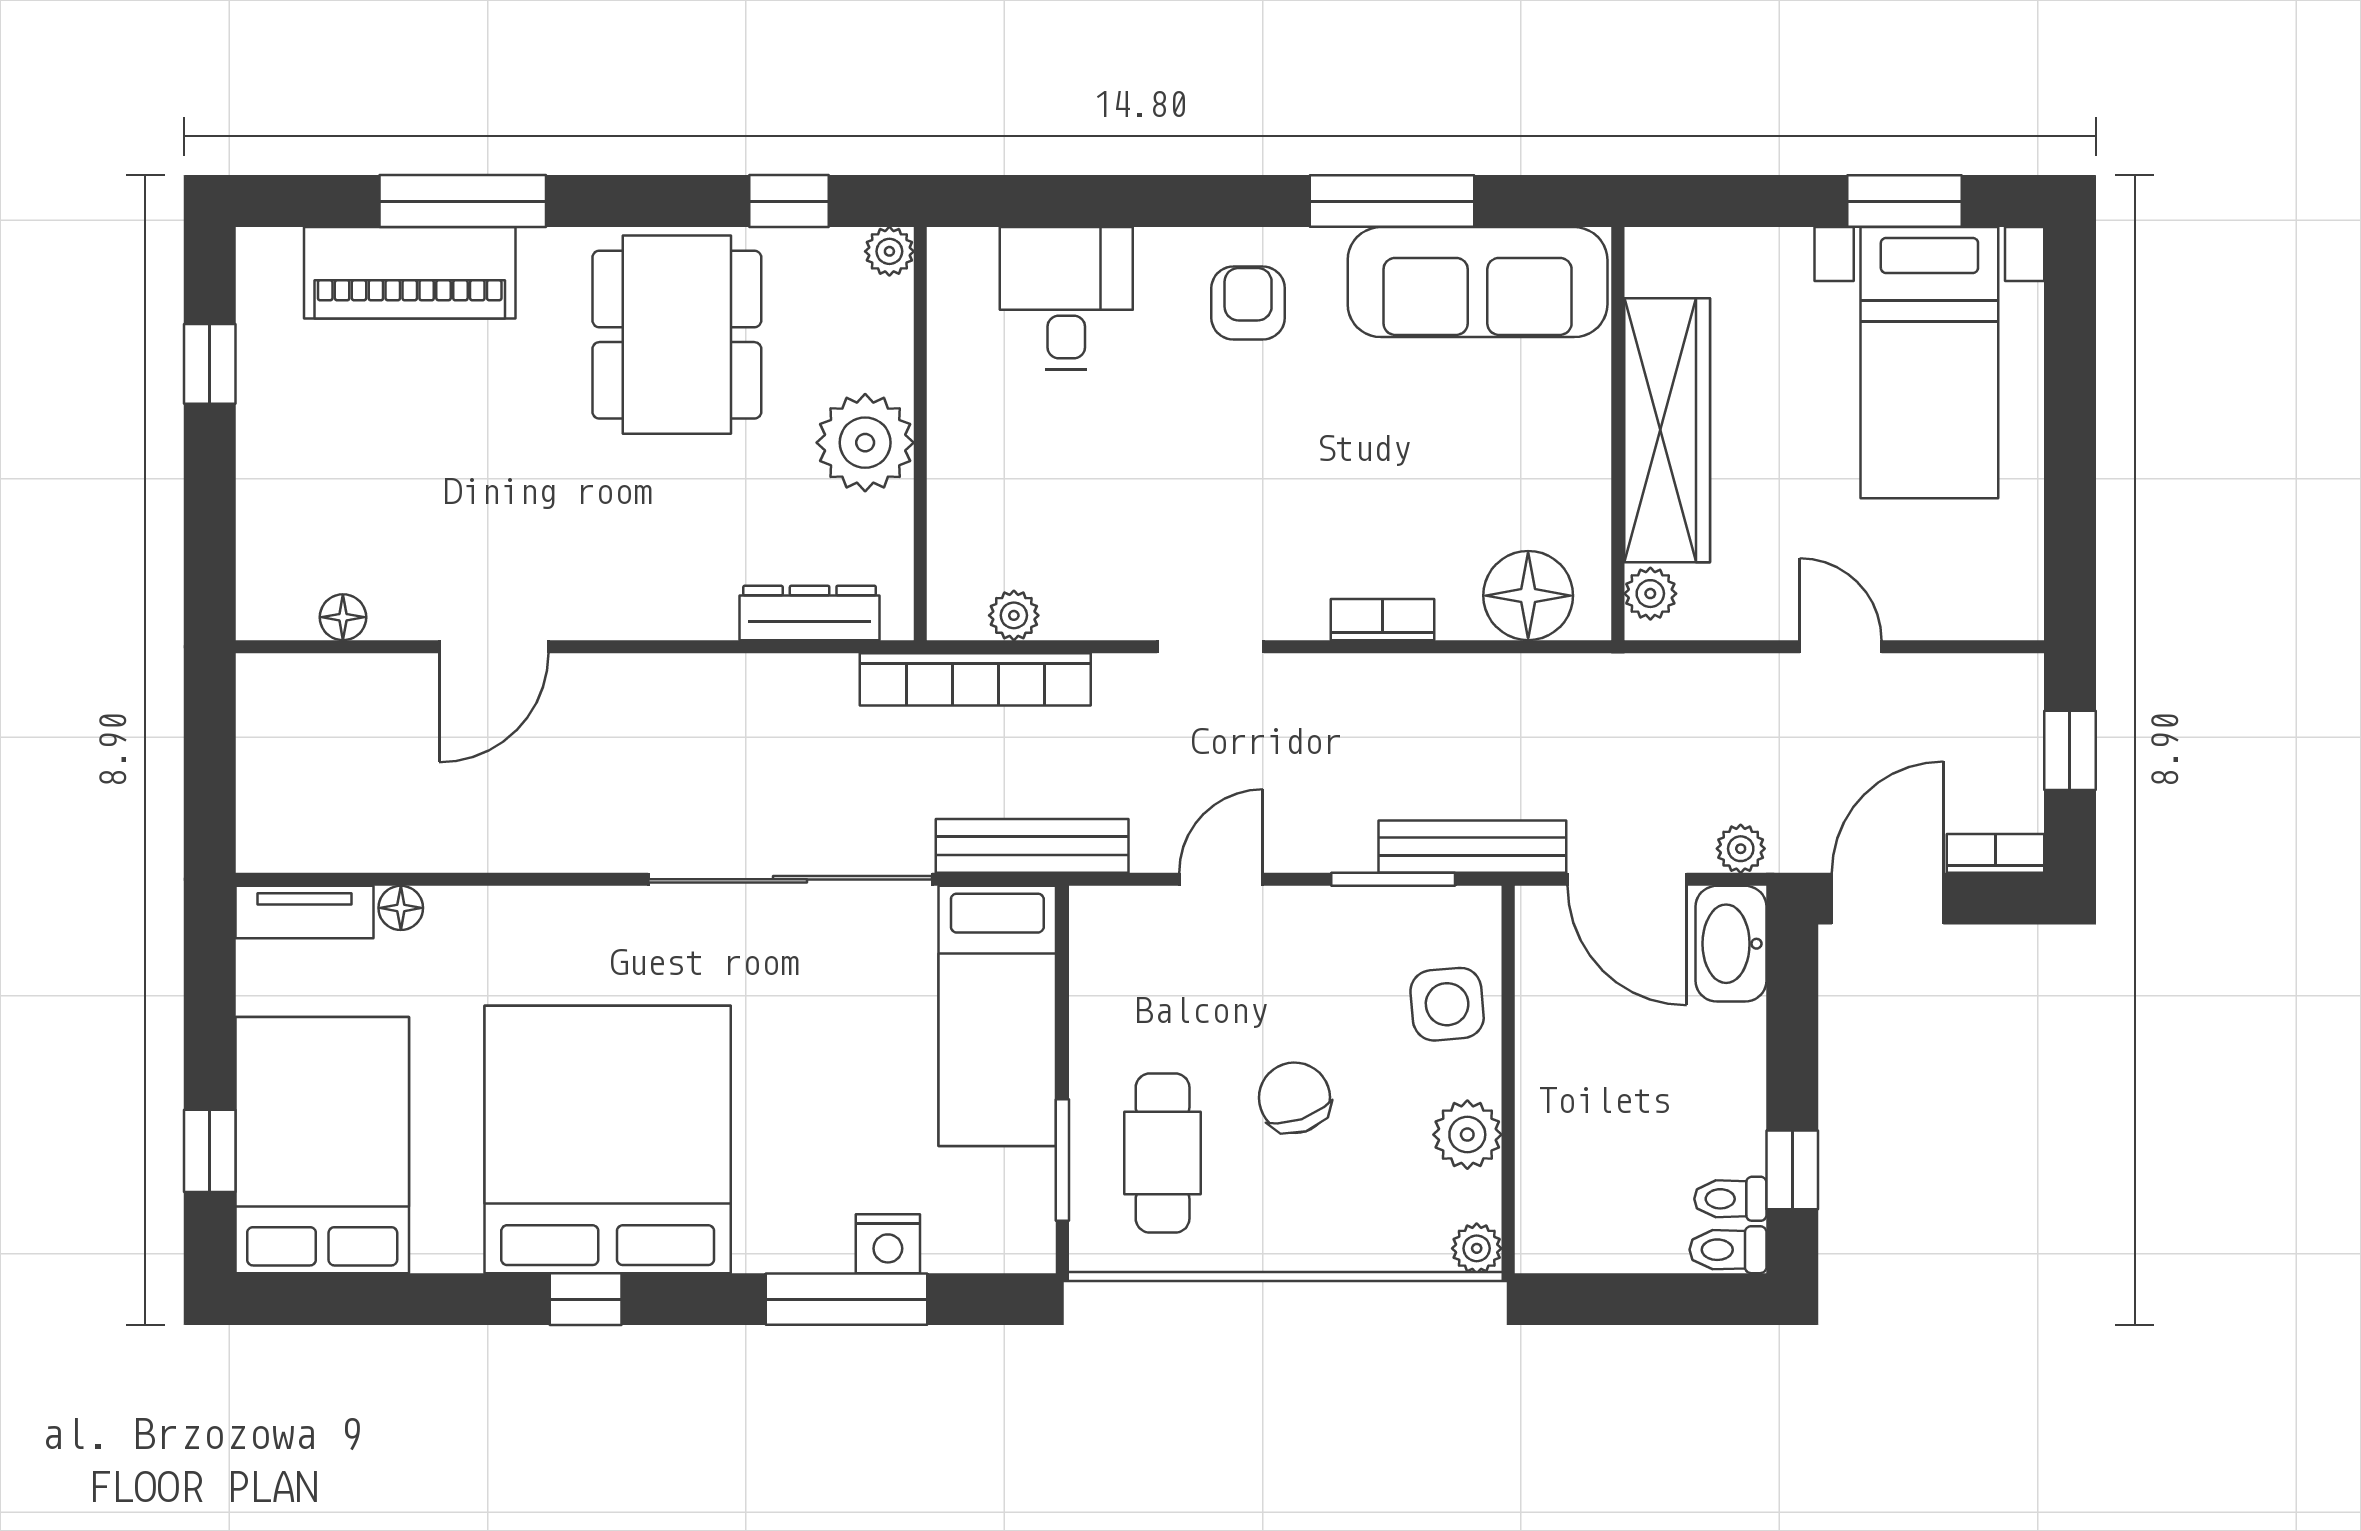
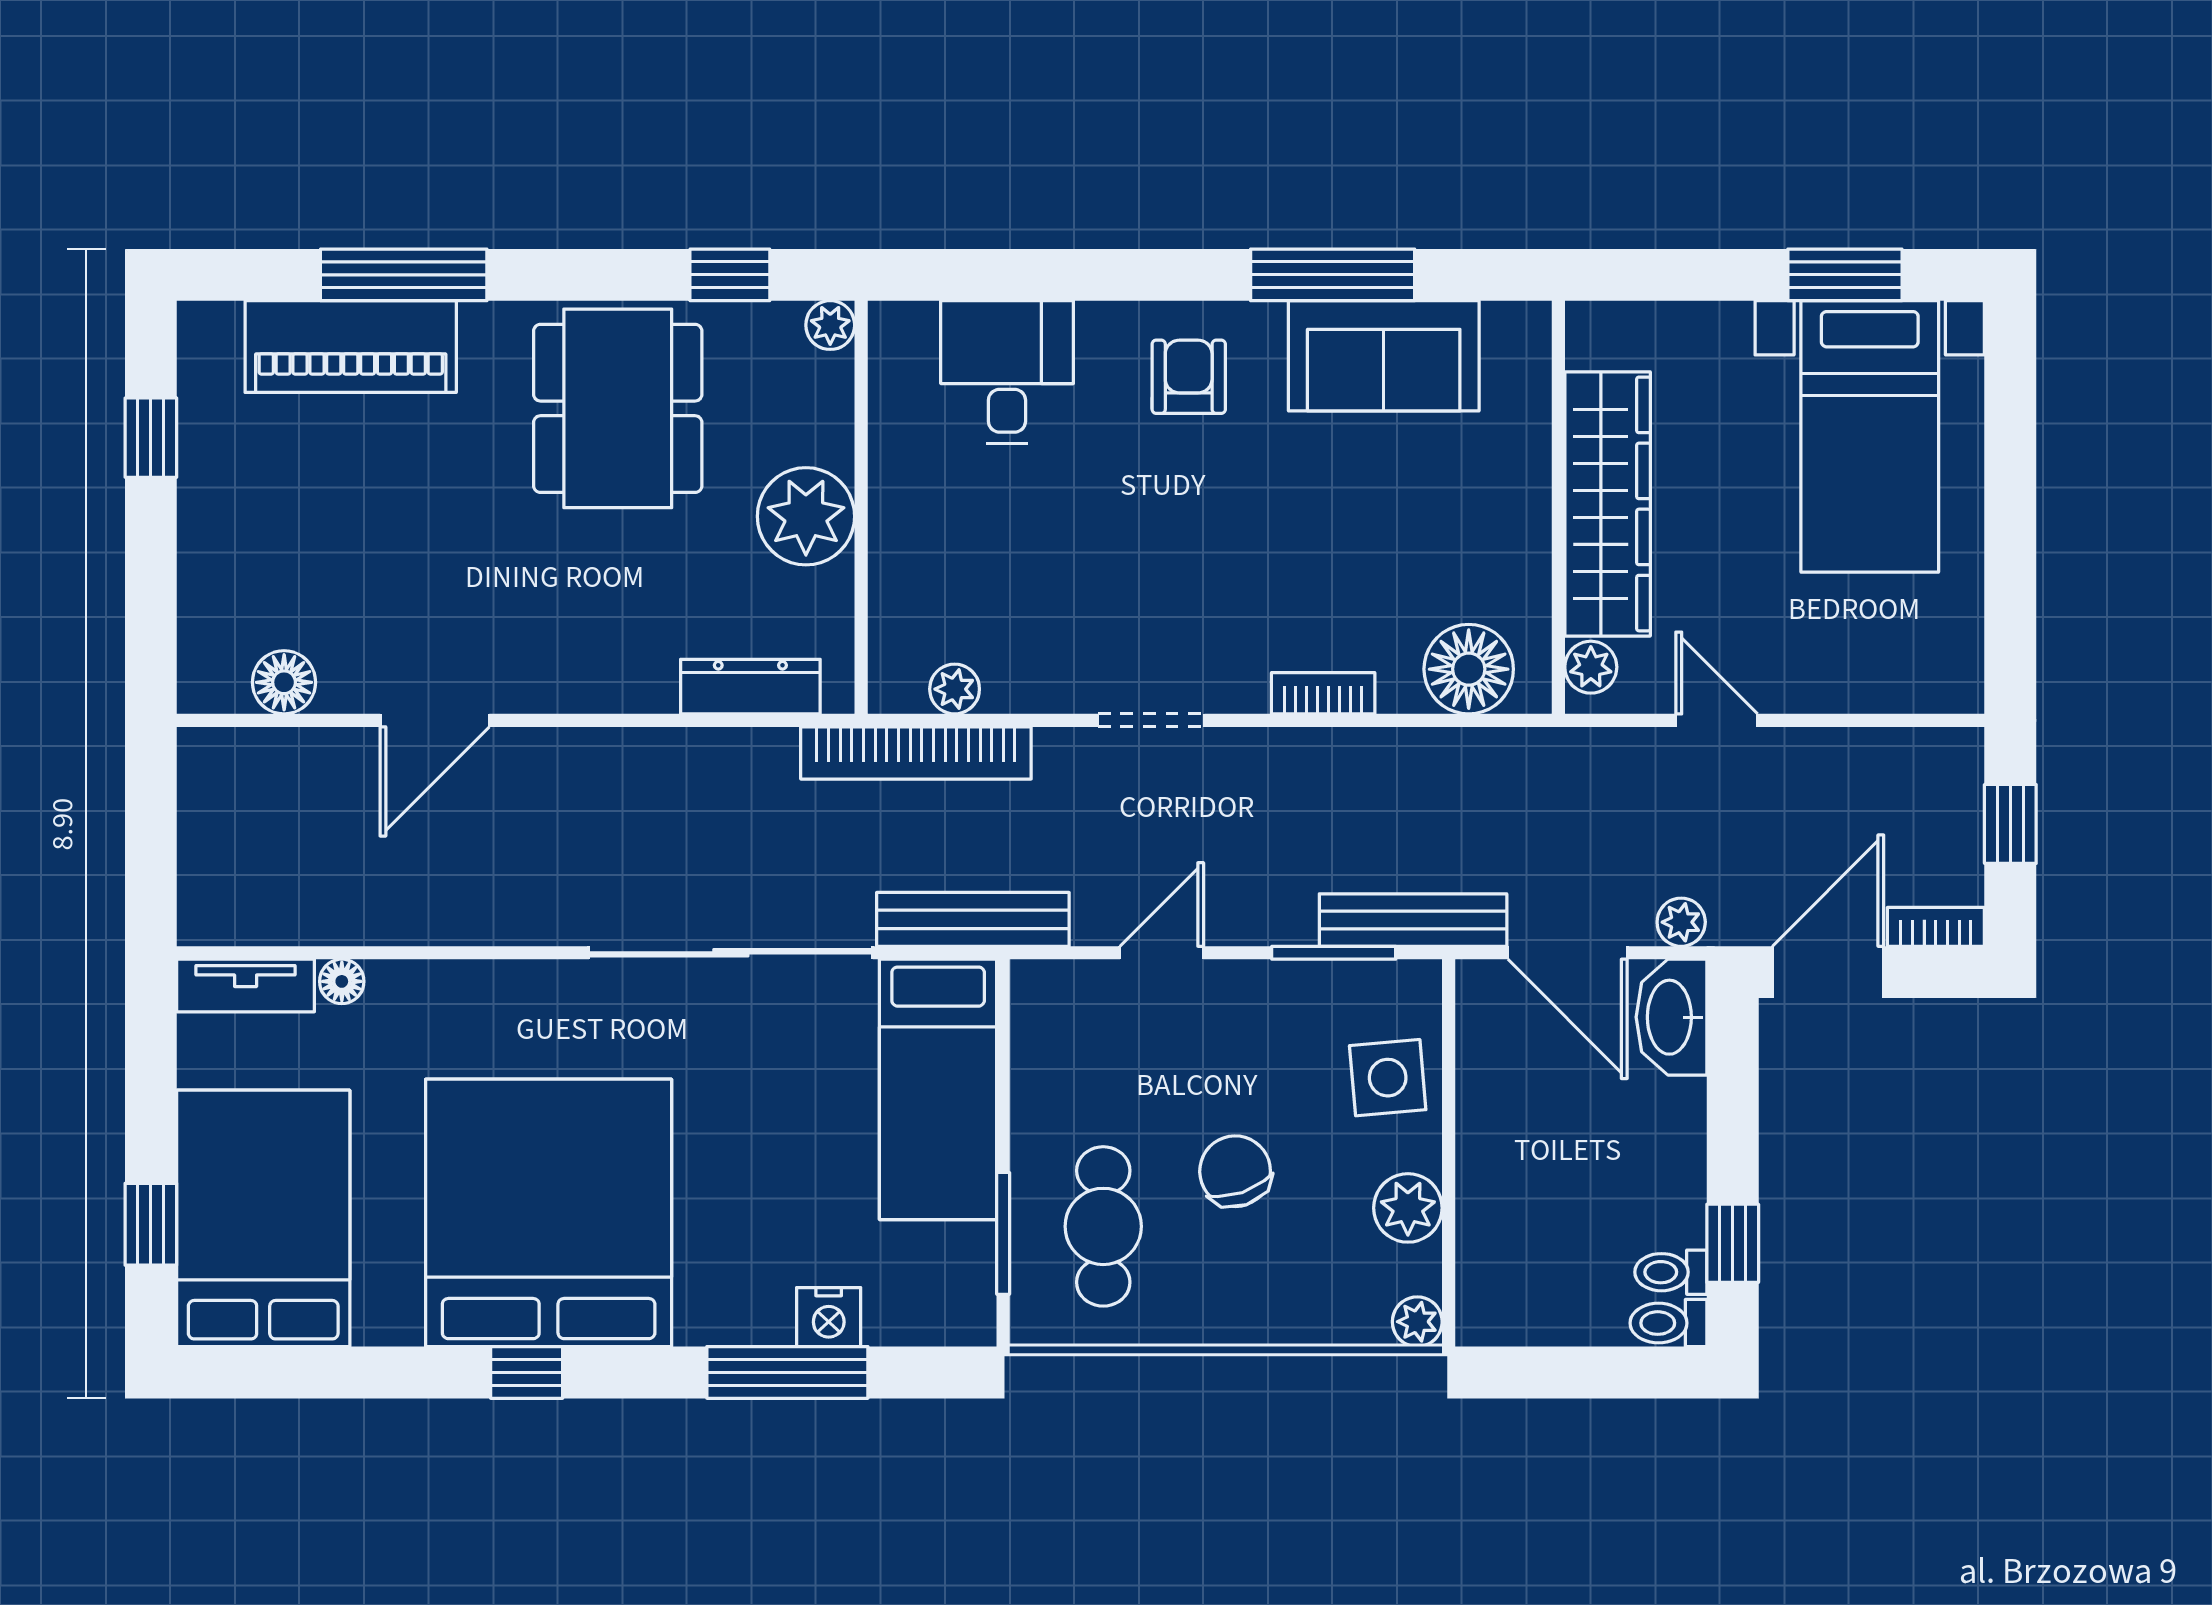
sofa: (1478, 282) -> (1384, 356), width x0.73
floor lamp: (343, 617) -> (284, 682), width x1.37, depth x1.37
door: (1841, 647) -> (1717, 720), moved

